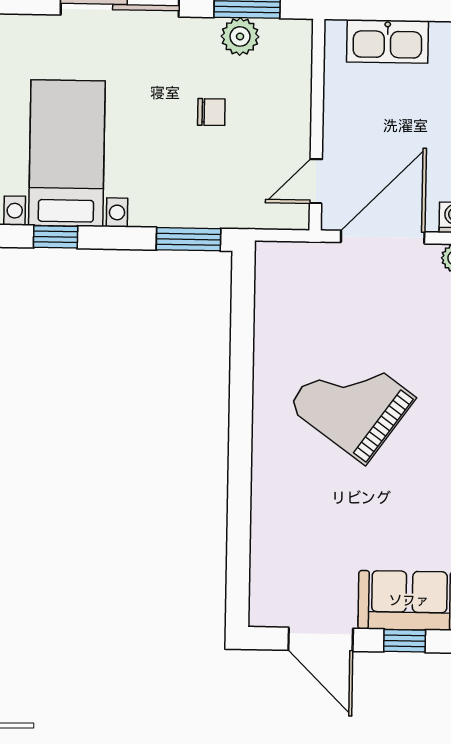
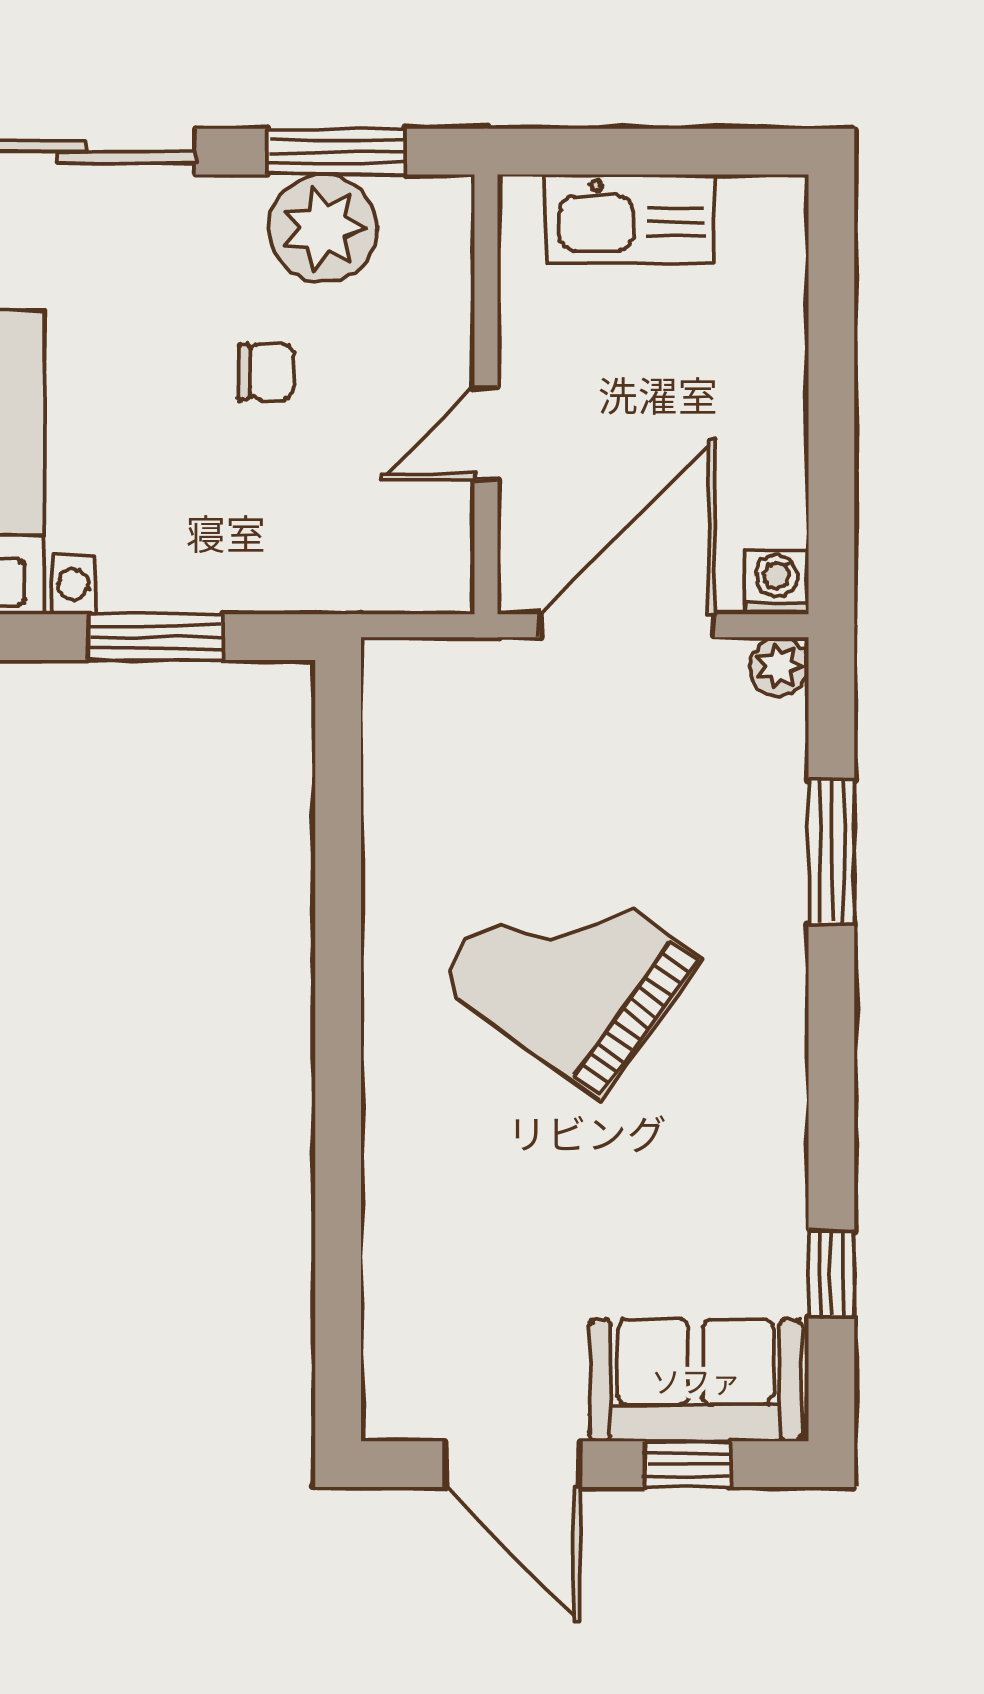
plant: (240, 36) -> (323, 228), width x1.36, depth x1.36
door: (316, 181) -> (486, 433), moved
window: (188, 239) -> (156, 637), moved

